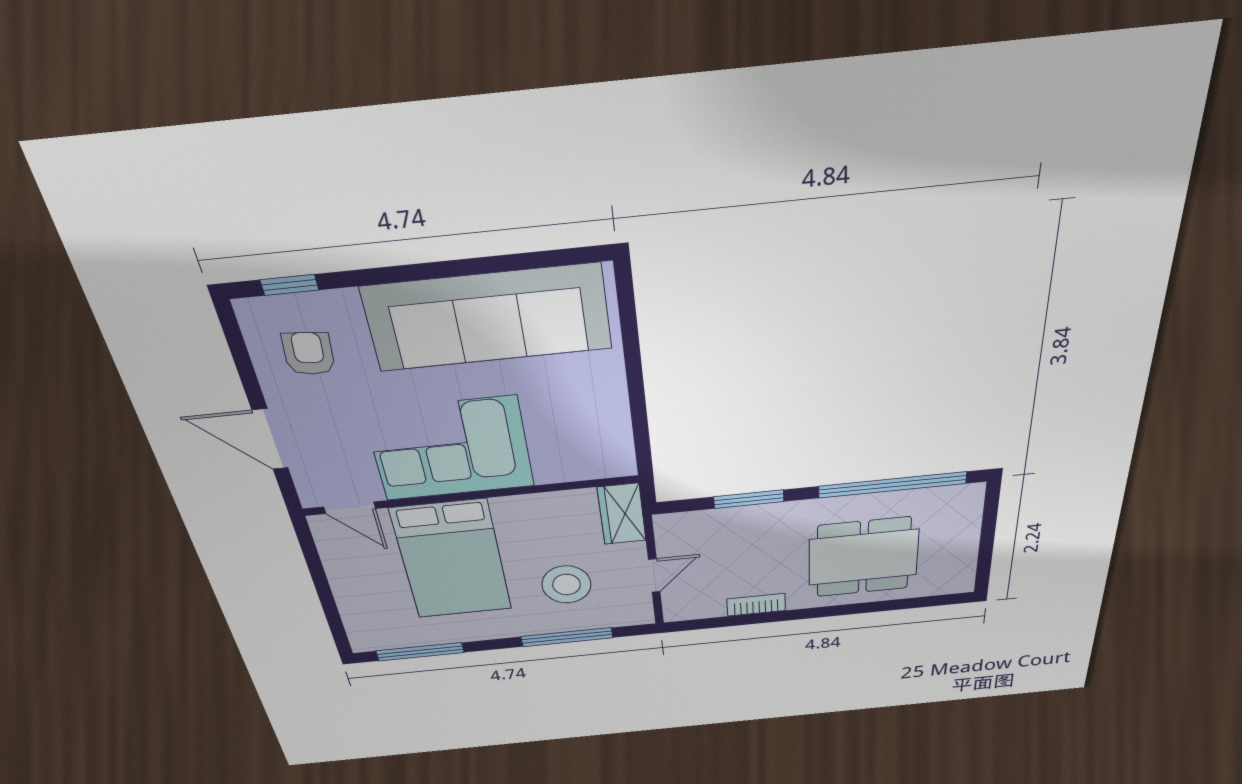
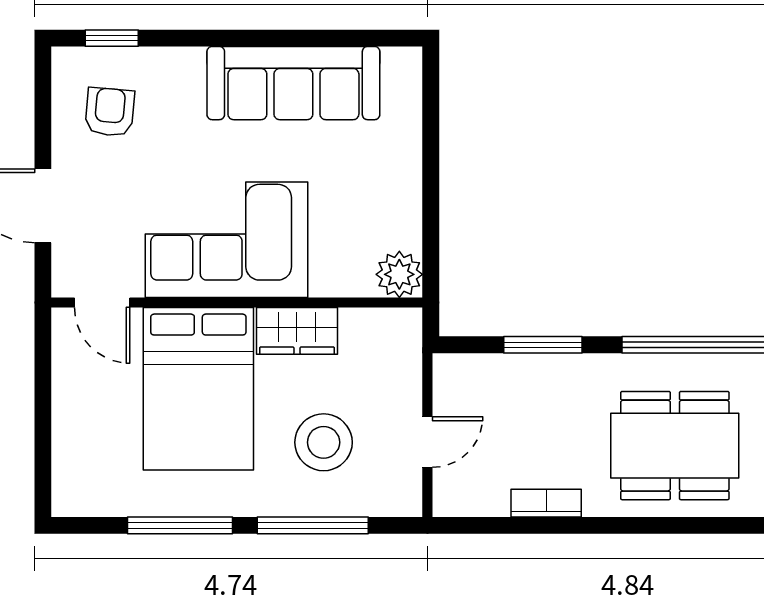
sofa: (488, 318) -> (293, 83), width x0.74, depth x0.79
plant: (615, 460) -> (399, 274), added
wardrobe: (622, 514) -> (297, 331), moved, turned -90
window: (420, 652) -> (180, 525), moved

